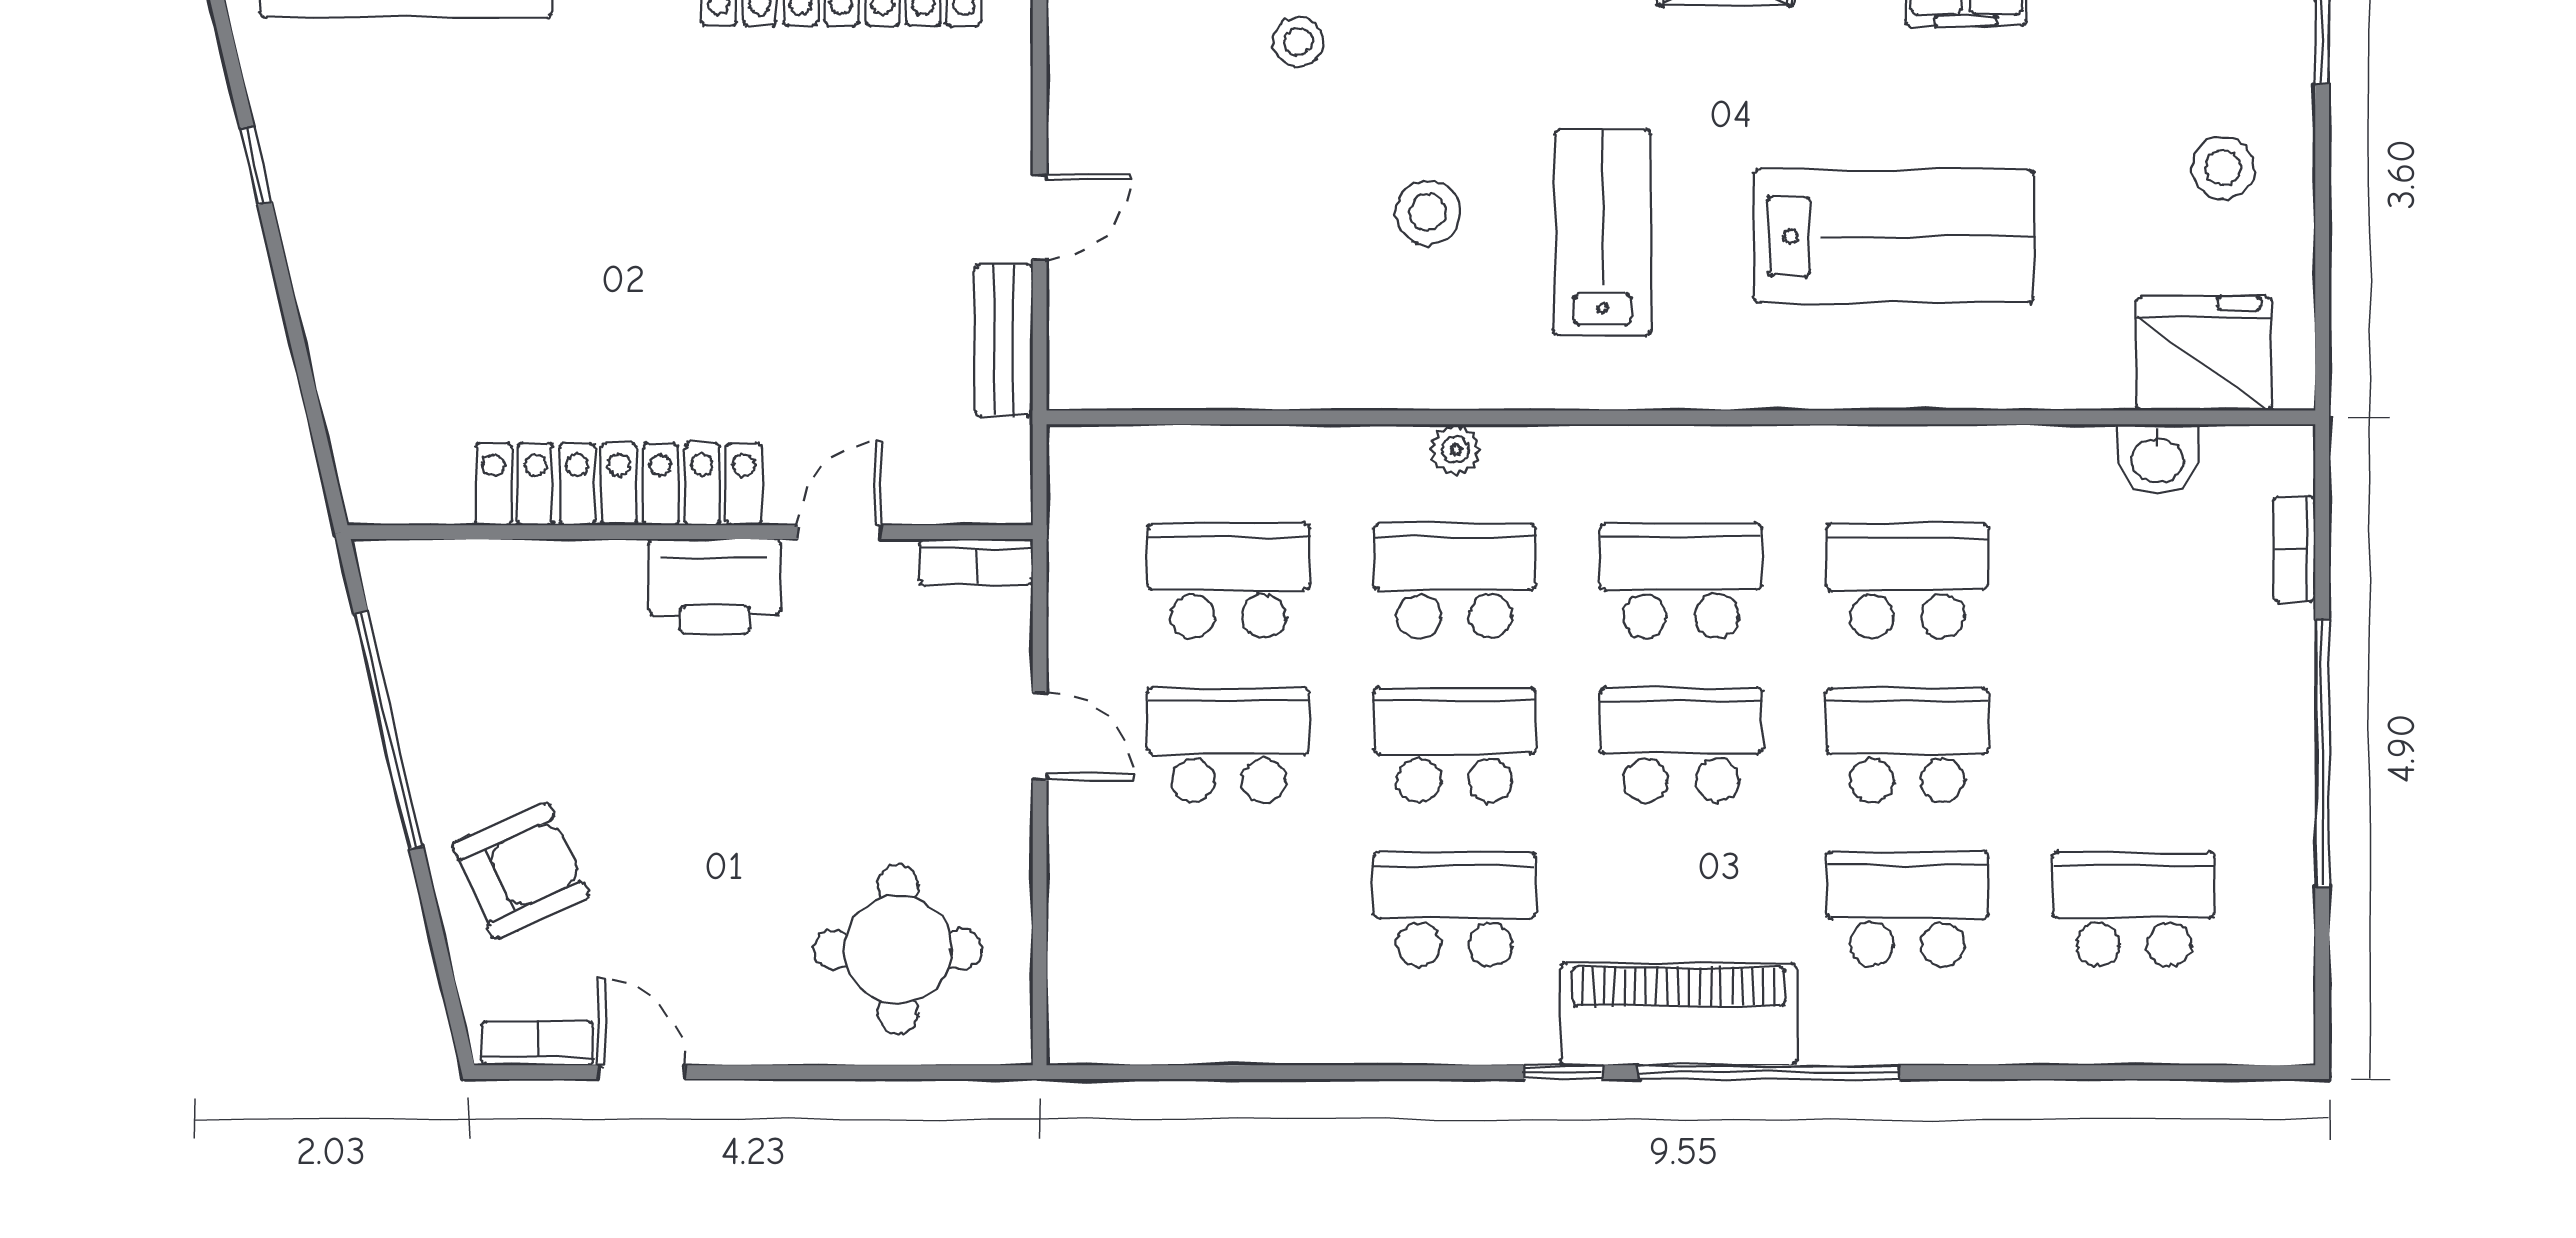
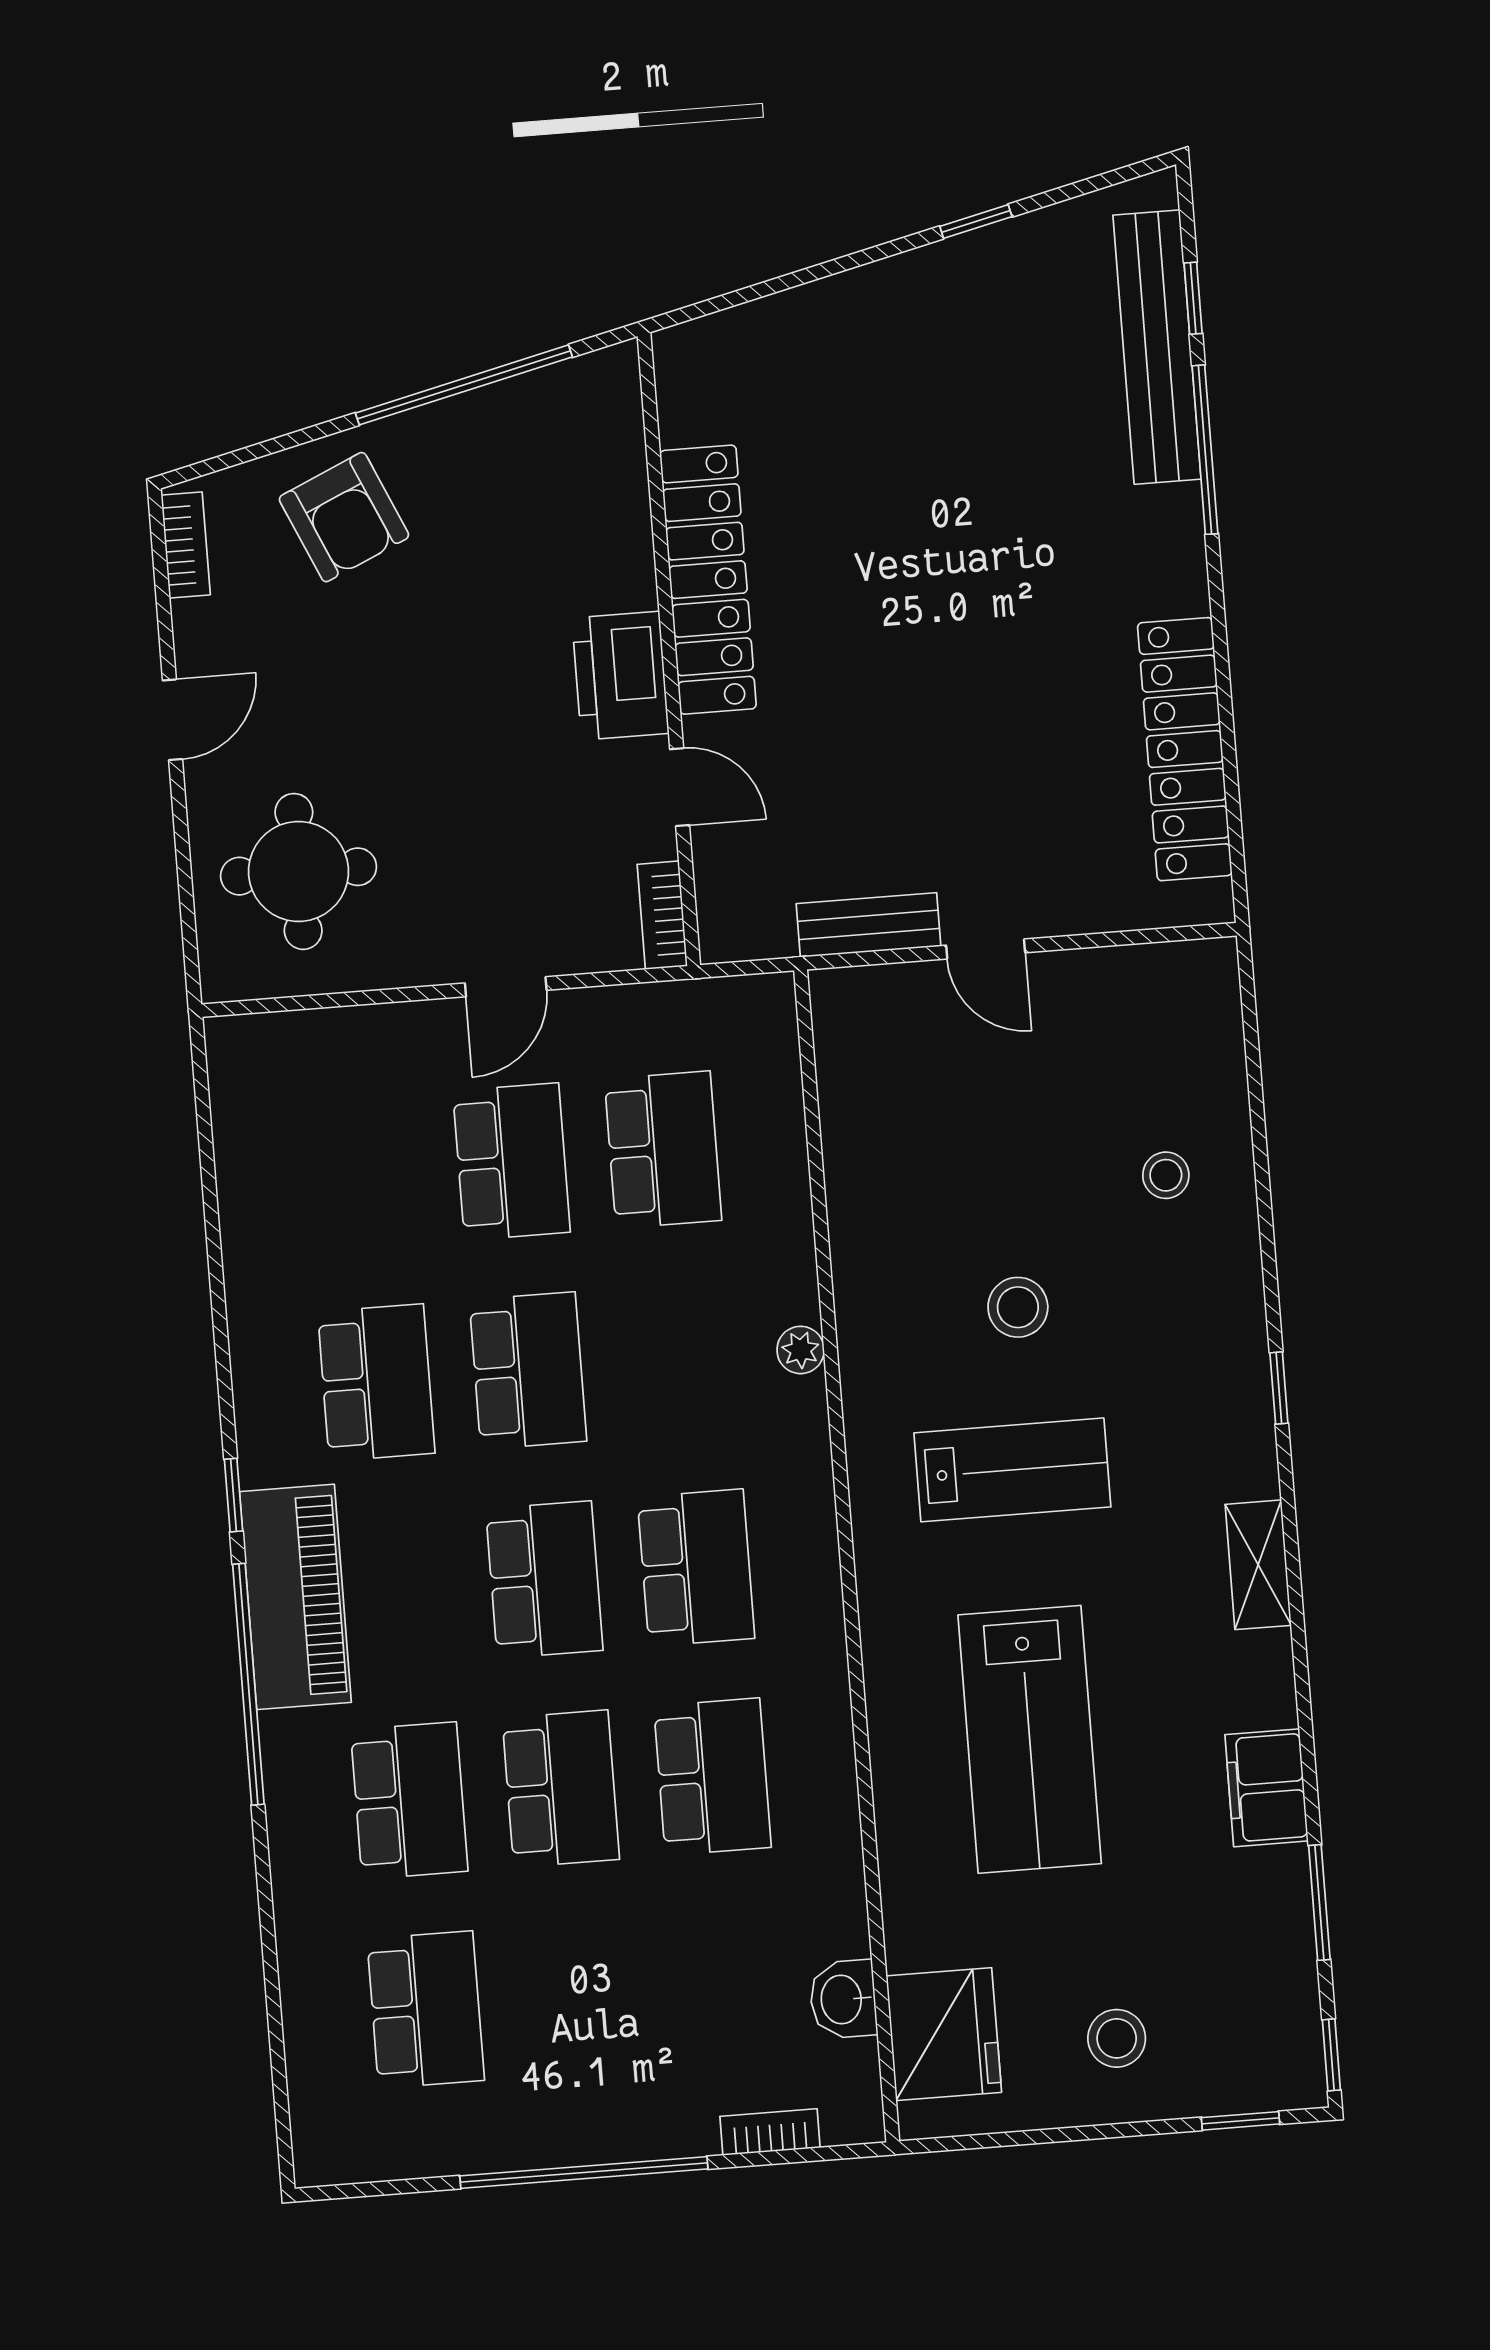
school desk: (1455, 581) -> (680, 1359), removed
door: (641, 1072) -> (172, 720), moved

